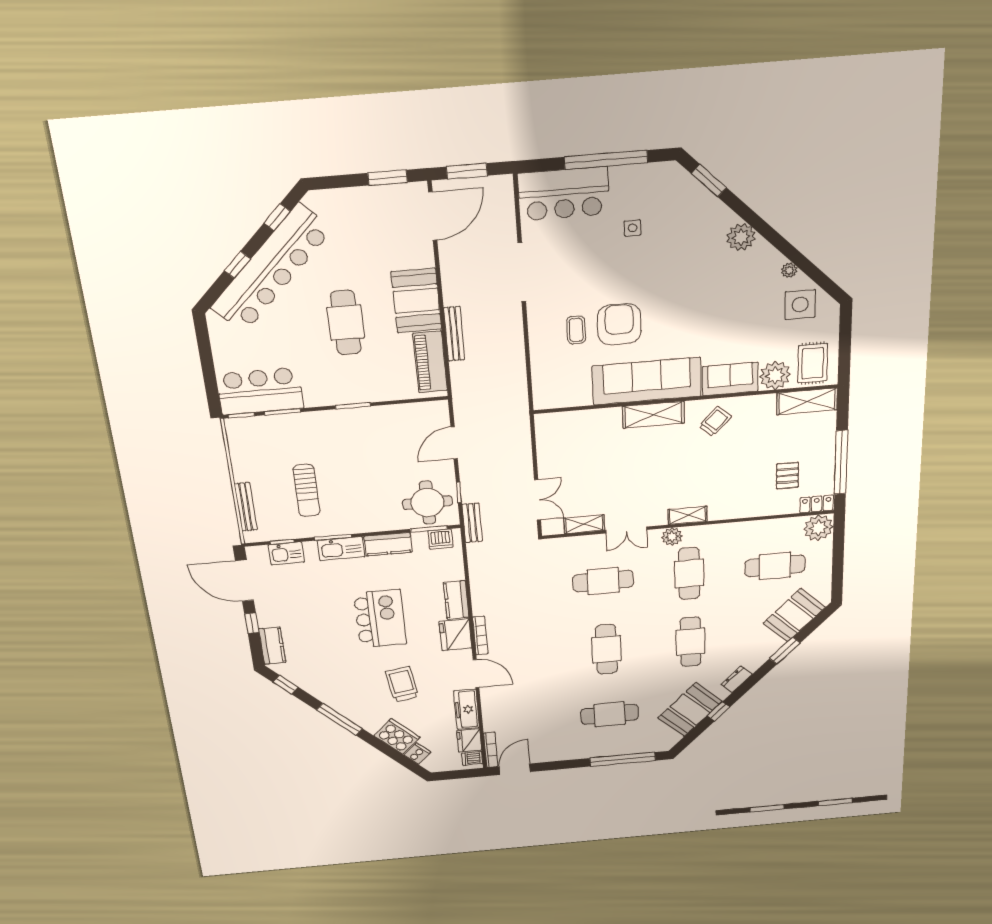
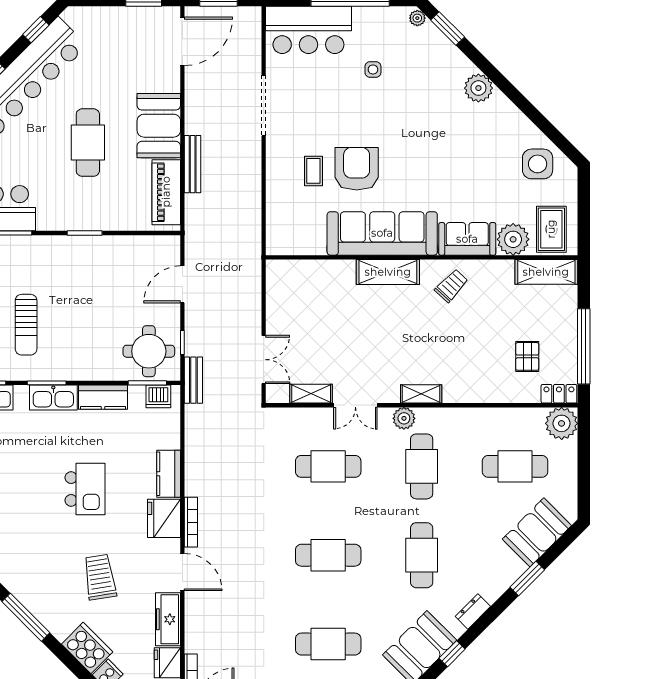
plant: (789, 270) -> (417, 18), moved
kitchen island: (380, 619) -> (85, 489), width x0.73, depth x0.78
cafe table: (606, 649) -> (328, 555), turned 90

